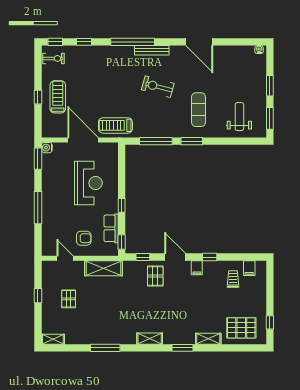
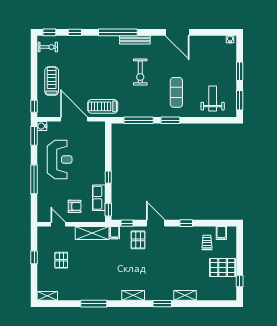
exercise bike: (158, 87) -> (140, 72), turned -105
window: (38, 97) -> (34, 106), moved
reception desk: (88, 183) -> (60, 160), moved
filing cabinet: (197, 268) -> (115, 233), moved
pallet: (241, 328) -> (223, 268), moved

